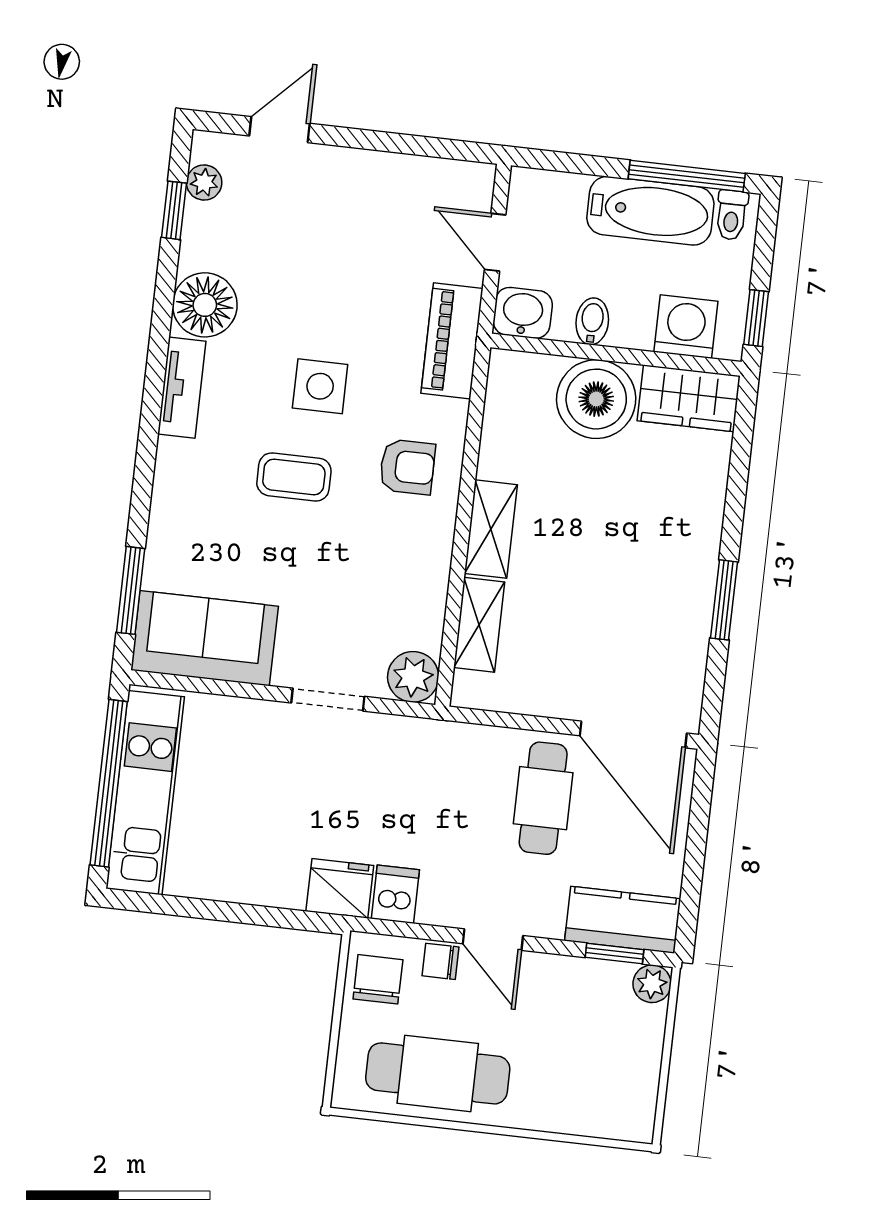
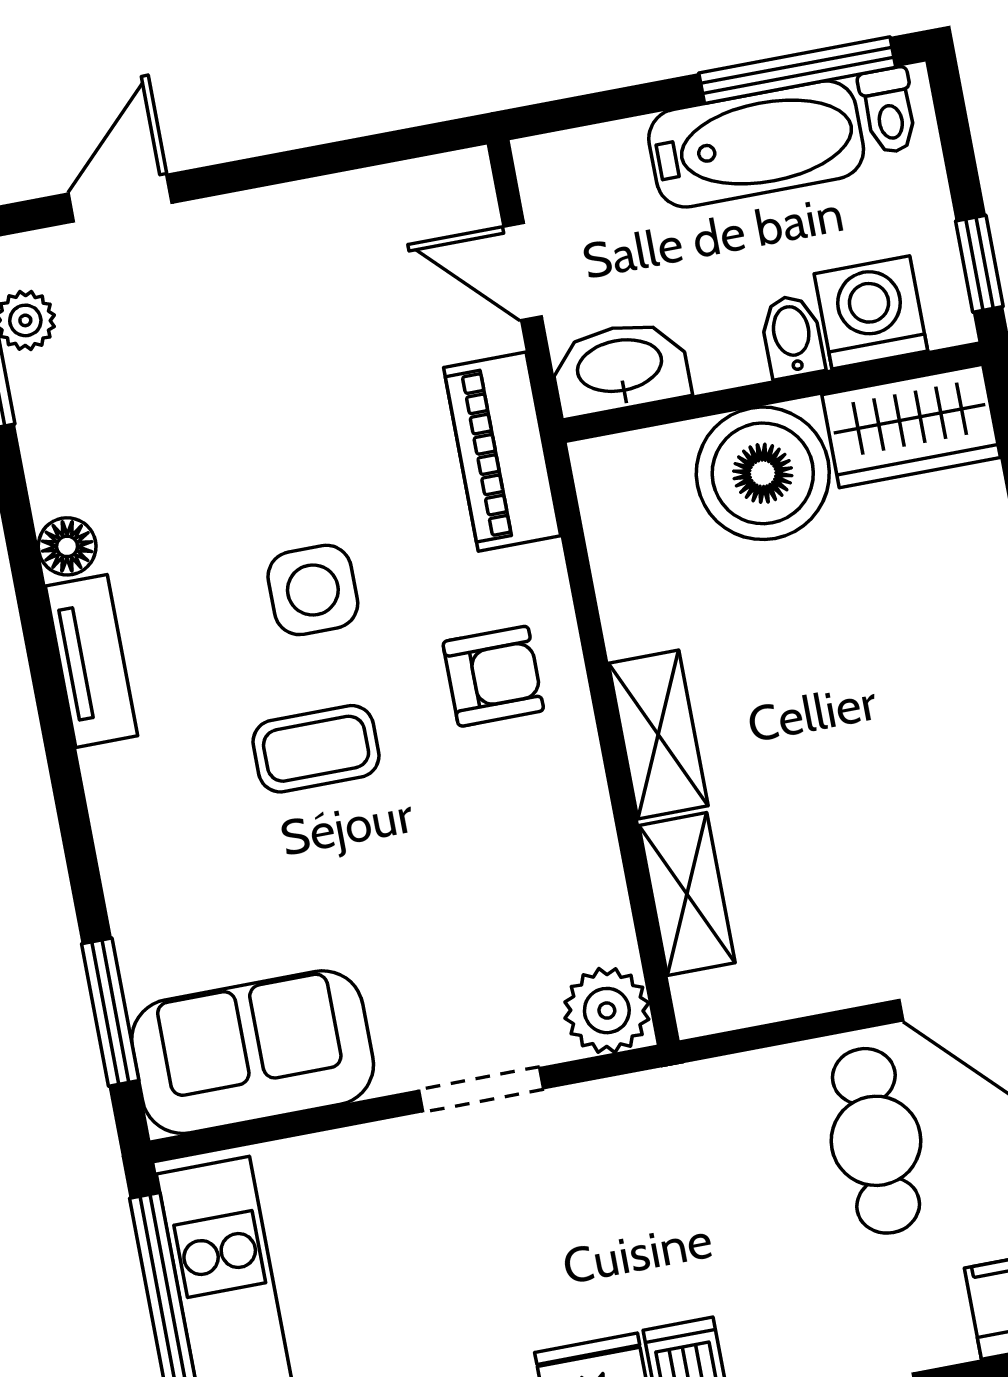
floor lamp: (205, 305) -> (67, 546), width x0.53, depth x0.53
washbasin: (523, 313) -> (620, 368), width x1.38
bidet: (592, 321) -> (792, 336), moved

